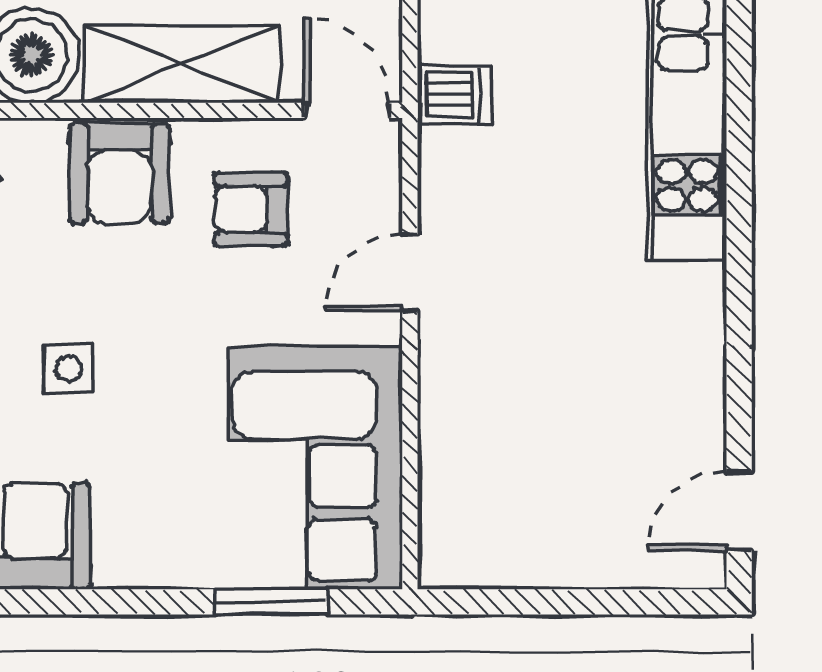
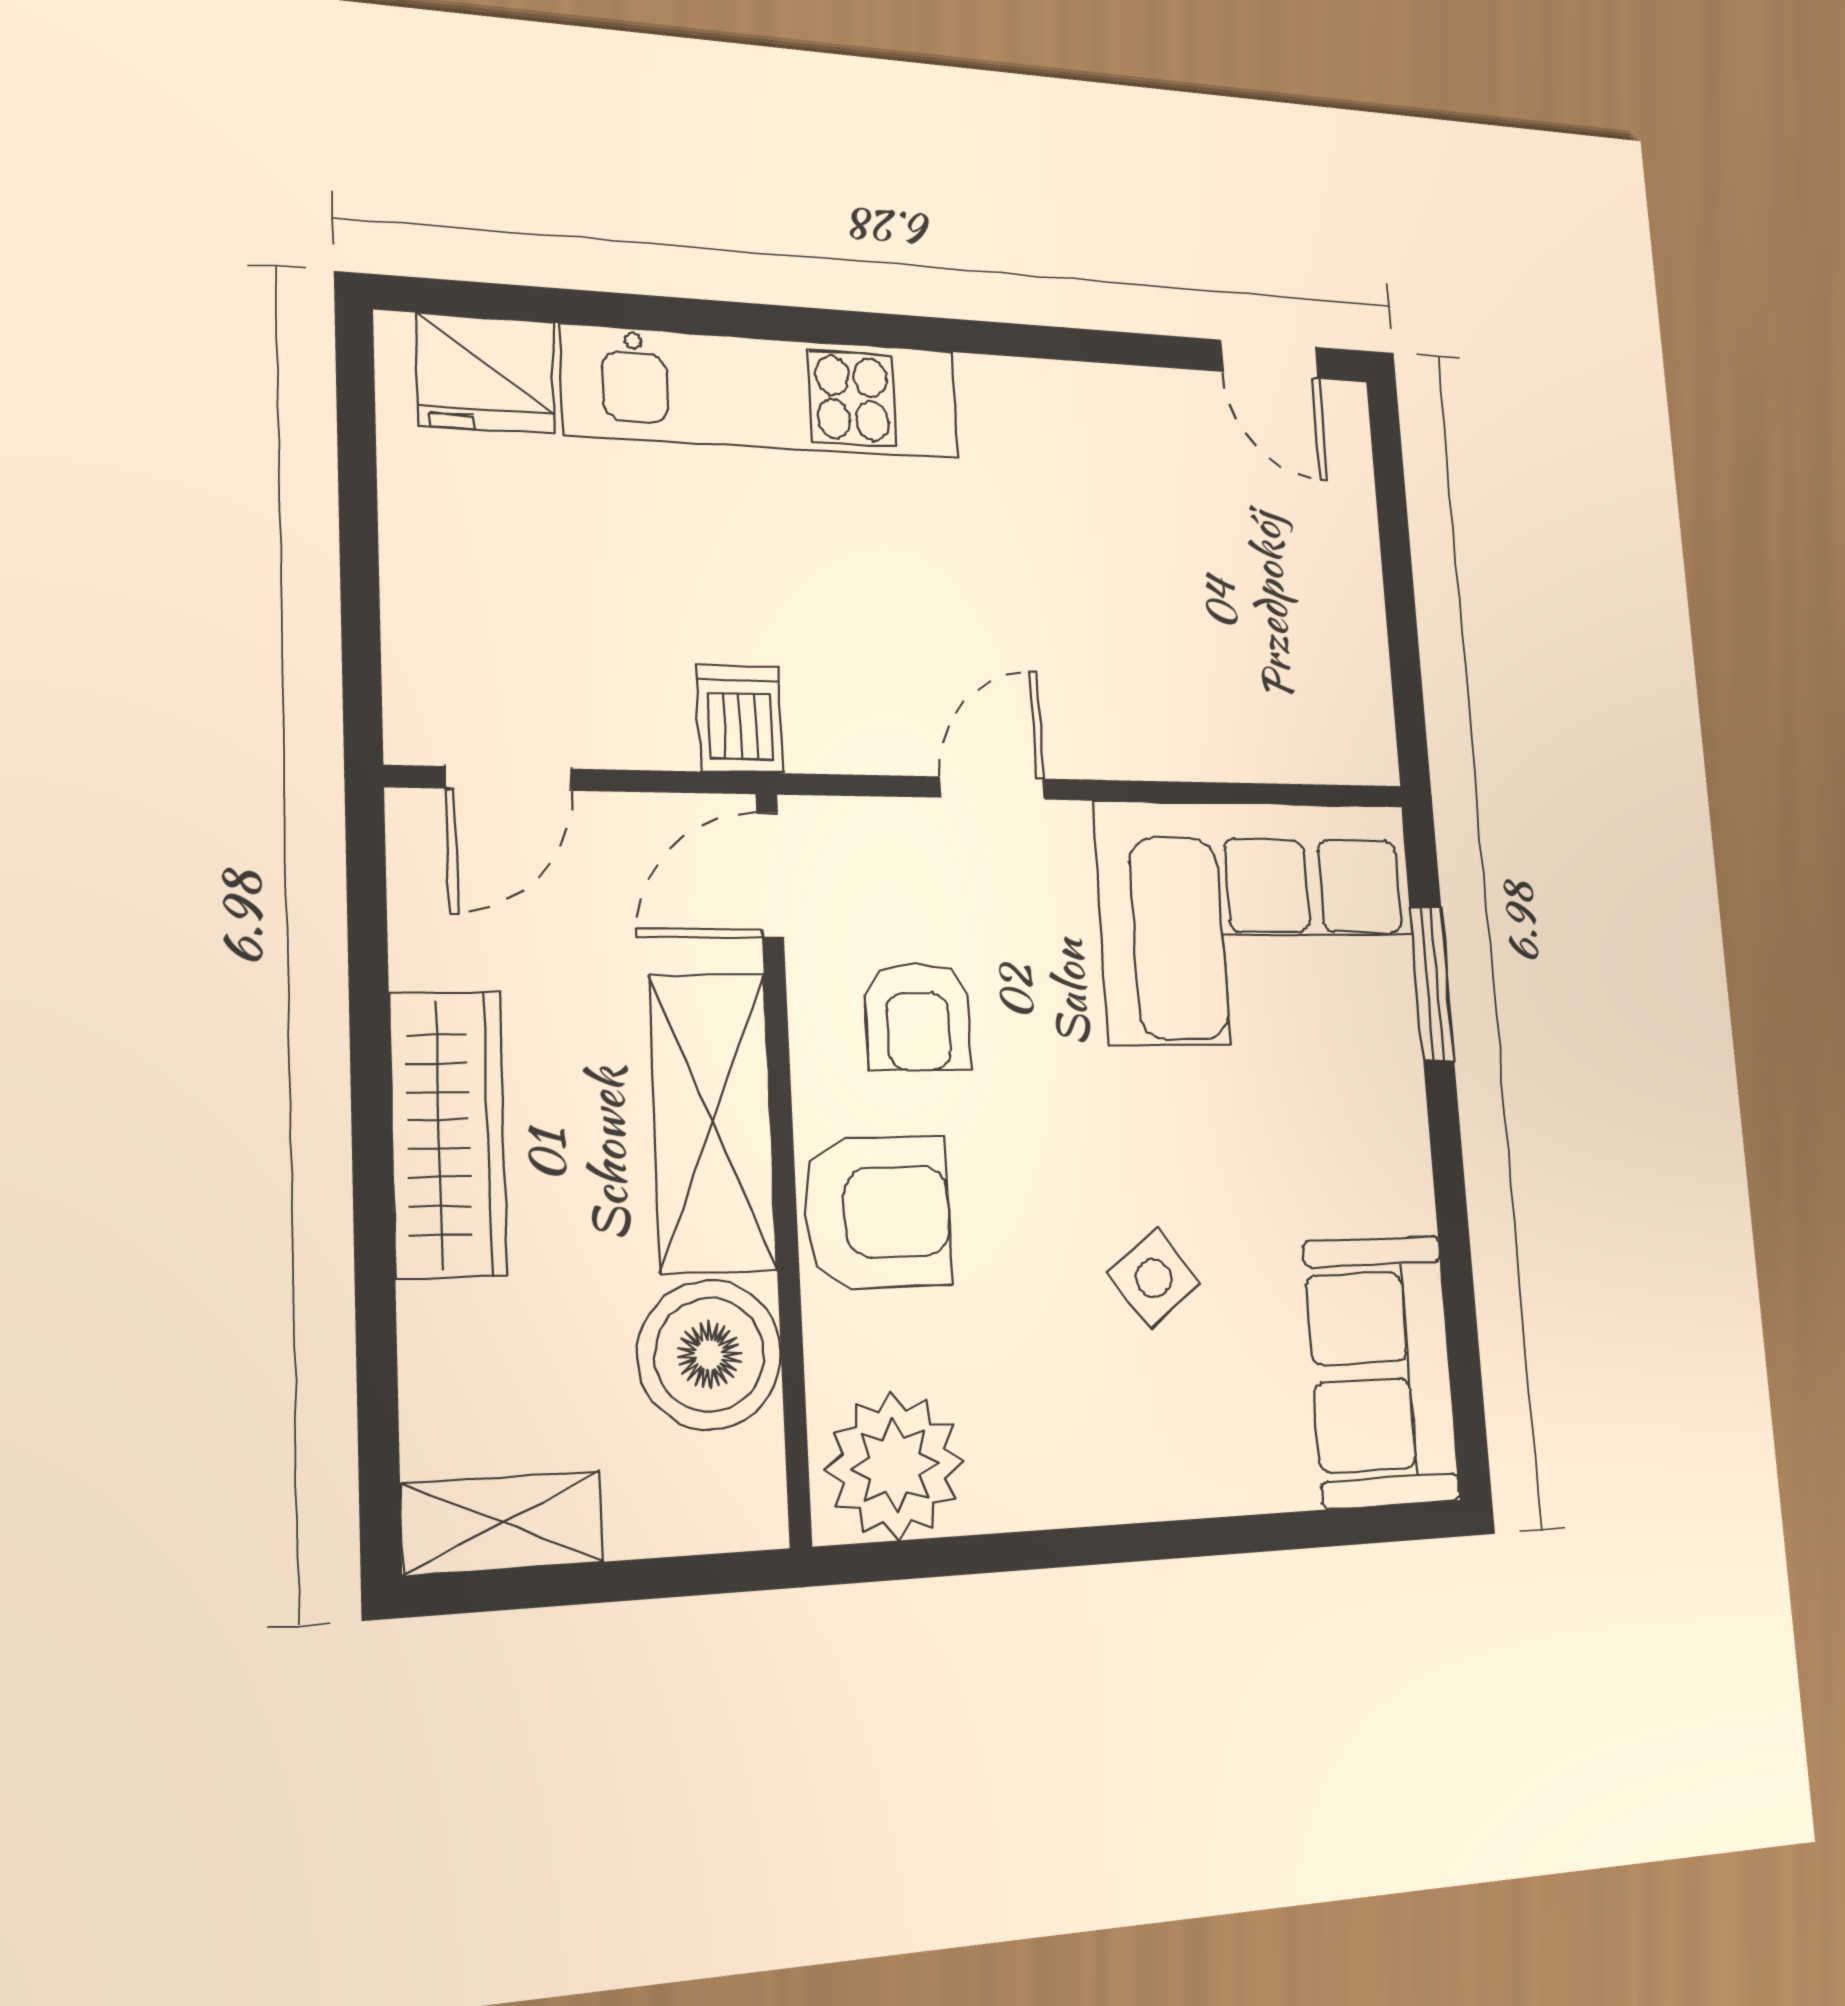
door: (410, 273) -> (992, 788), swing flipped
side table: (69, 369) -> (1154, 1278), turned -37

